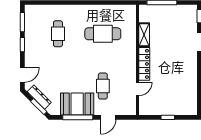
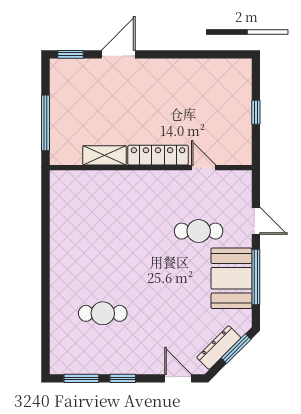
cafe table: (103, 34) -> (103, 231), removed

